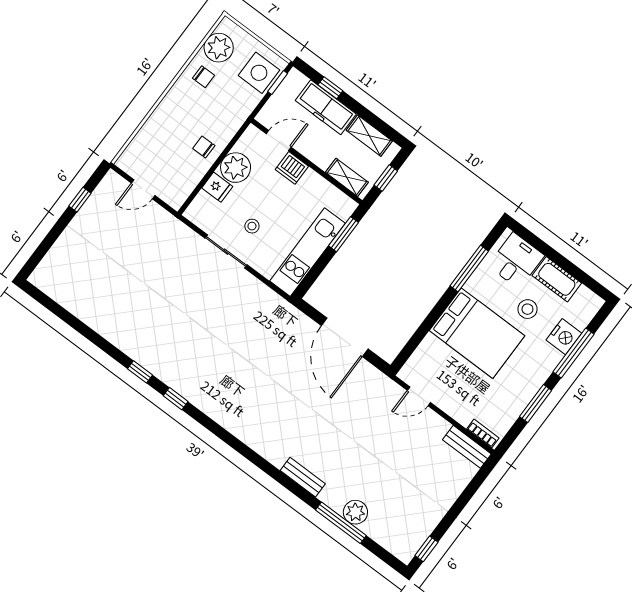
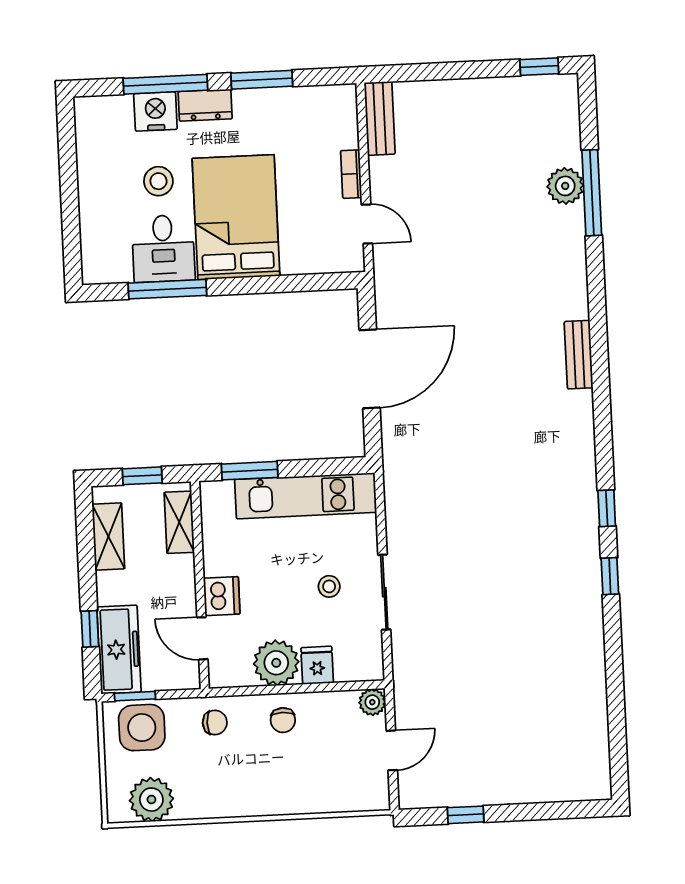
chair: (204, 77) -> (215, 723), moved, turned 90
freezer: (326, 107) -> (119, 649), moved
door: (143, 189) -> (392, 750), hinge flipped
plant: (176, 200) -> (372, 702), added
desk: (516, 261) -> (163, 248), moved, turned -90
cot: (557, 279) -> (95, 176), removed
dresser: (546, 364) -> (205, 105), added
bookcase: (483, 433) -> (351, 174), moved
bench: (303, 477) -> (579, 355), moved

